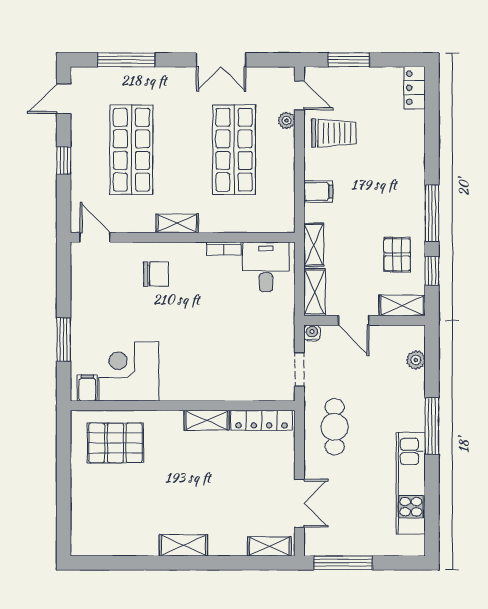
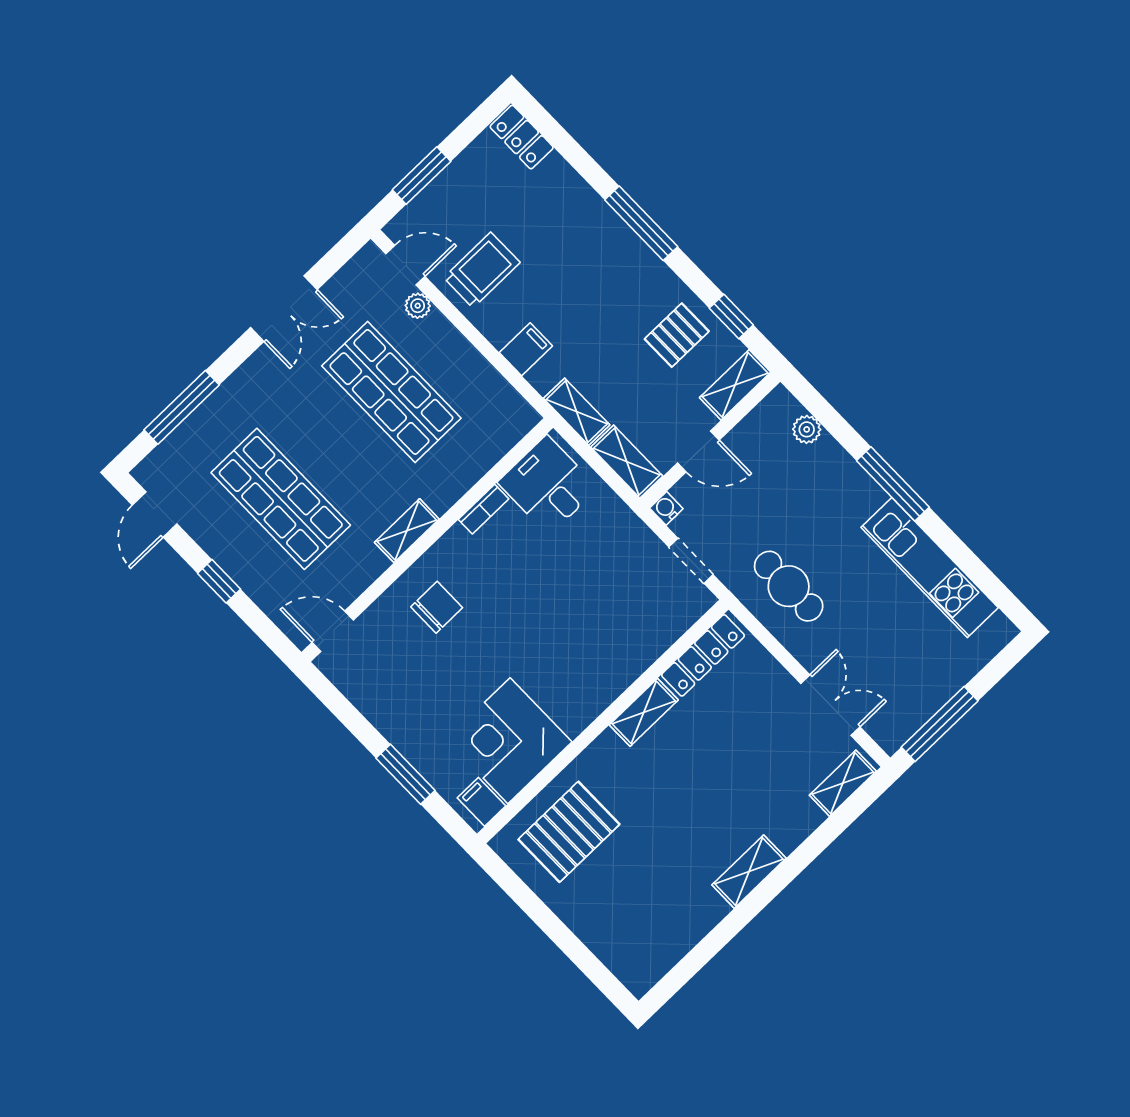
window: (432, 213) -> (641, 223), moved
pallet: (397, 255) -> (677, 335), turned 90

